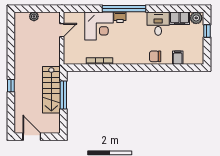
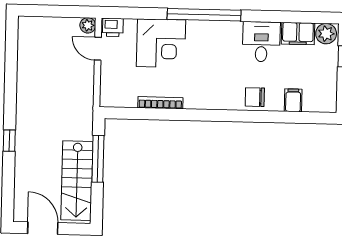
plant: (34, 16) -> (88, 25), moved
printer: (120, 17) -> (113, 27), moved
door: (62, 30) -> (98, 49), swing flipped
stairs: (51, 90) -> (77, 181), moved

